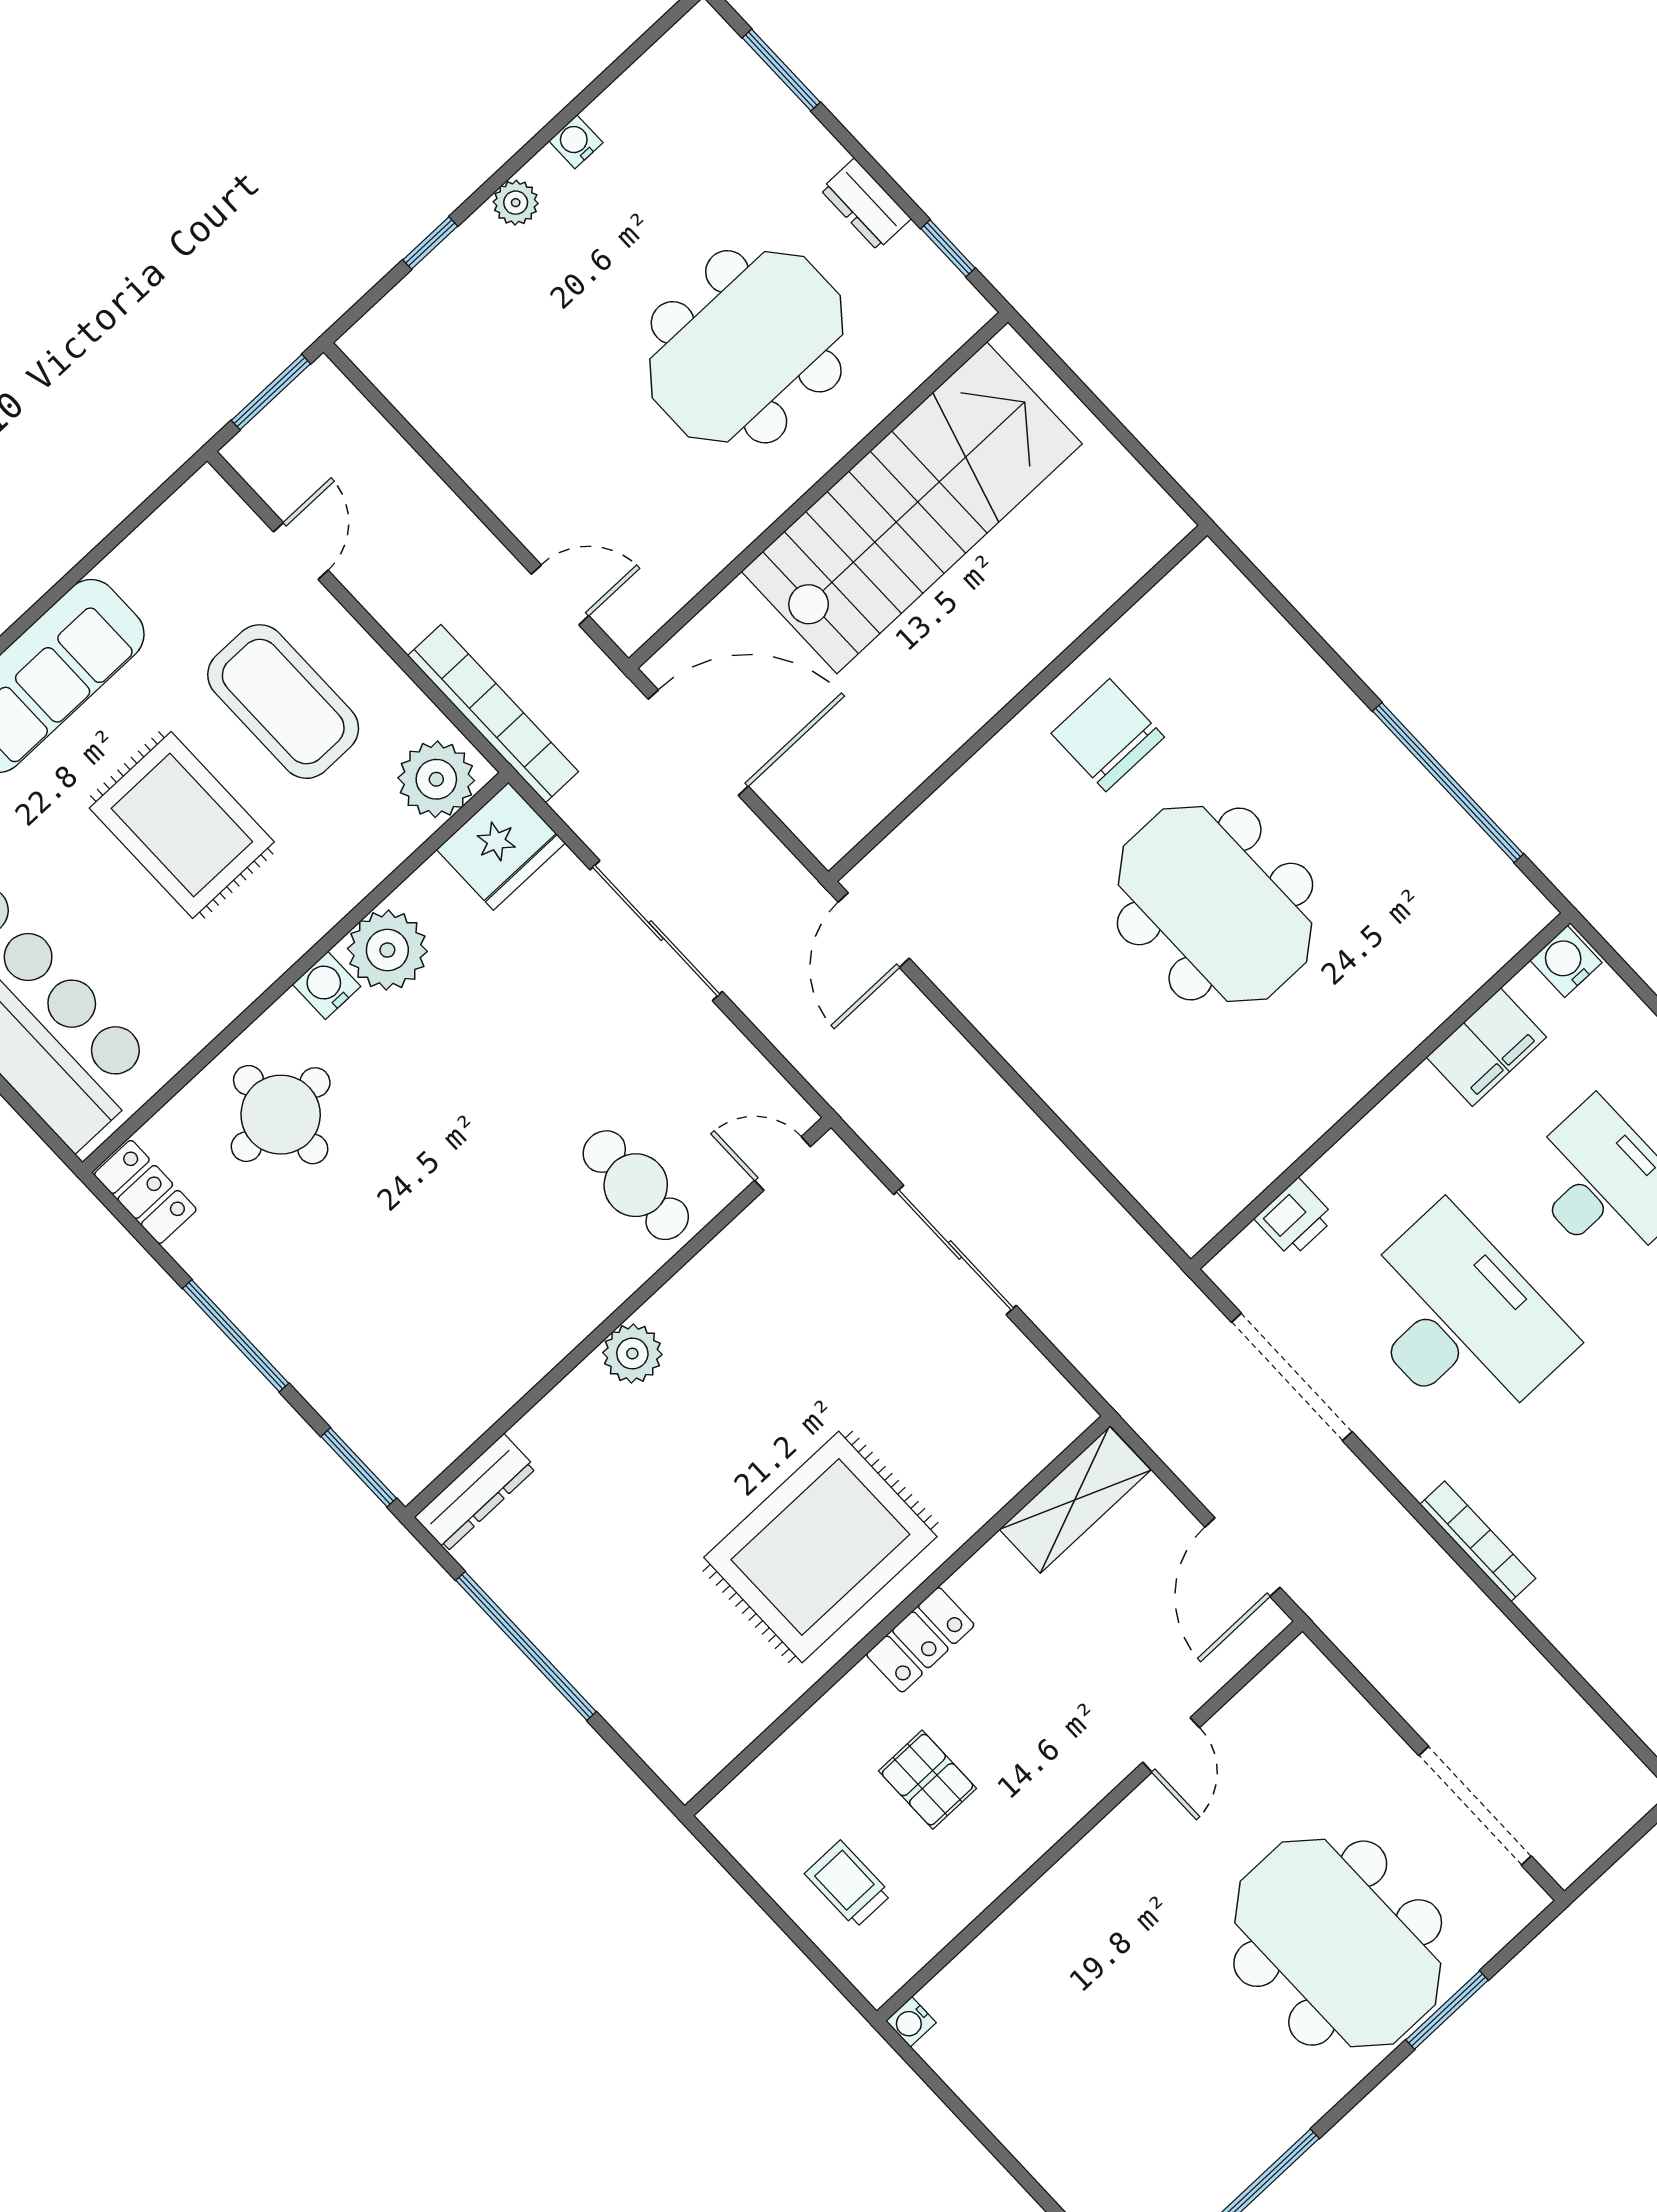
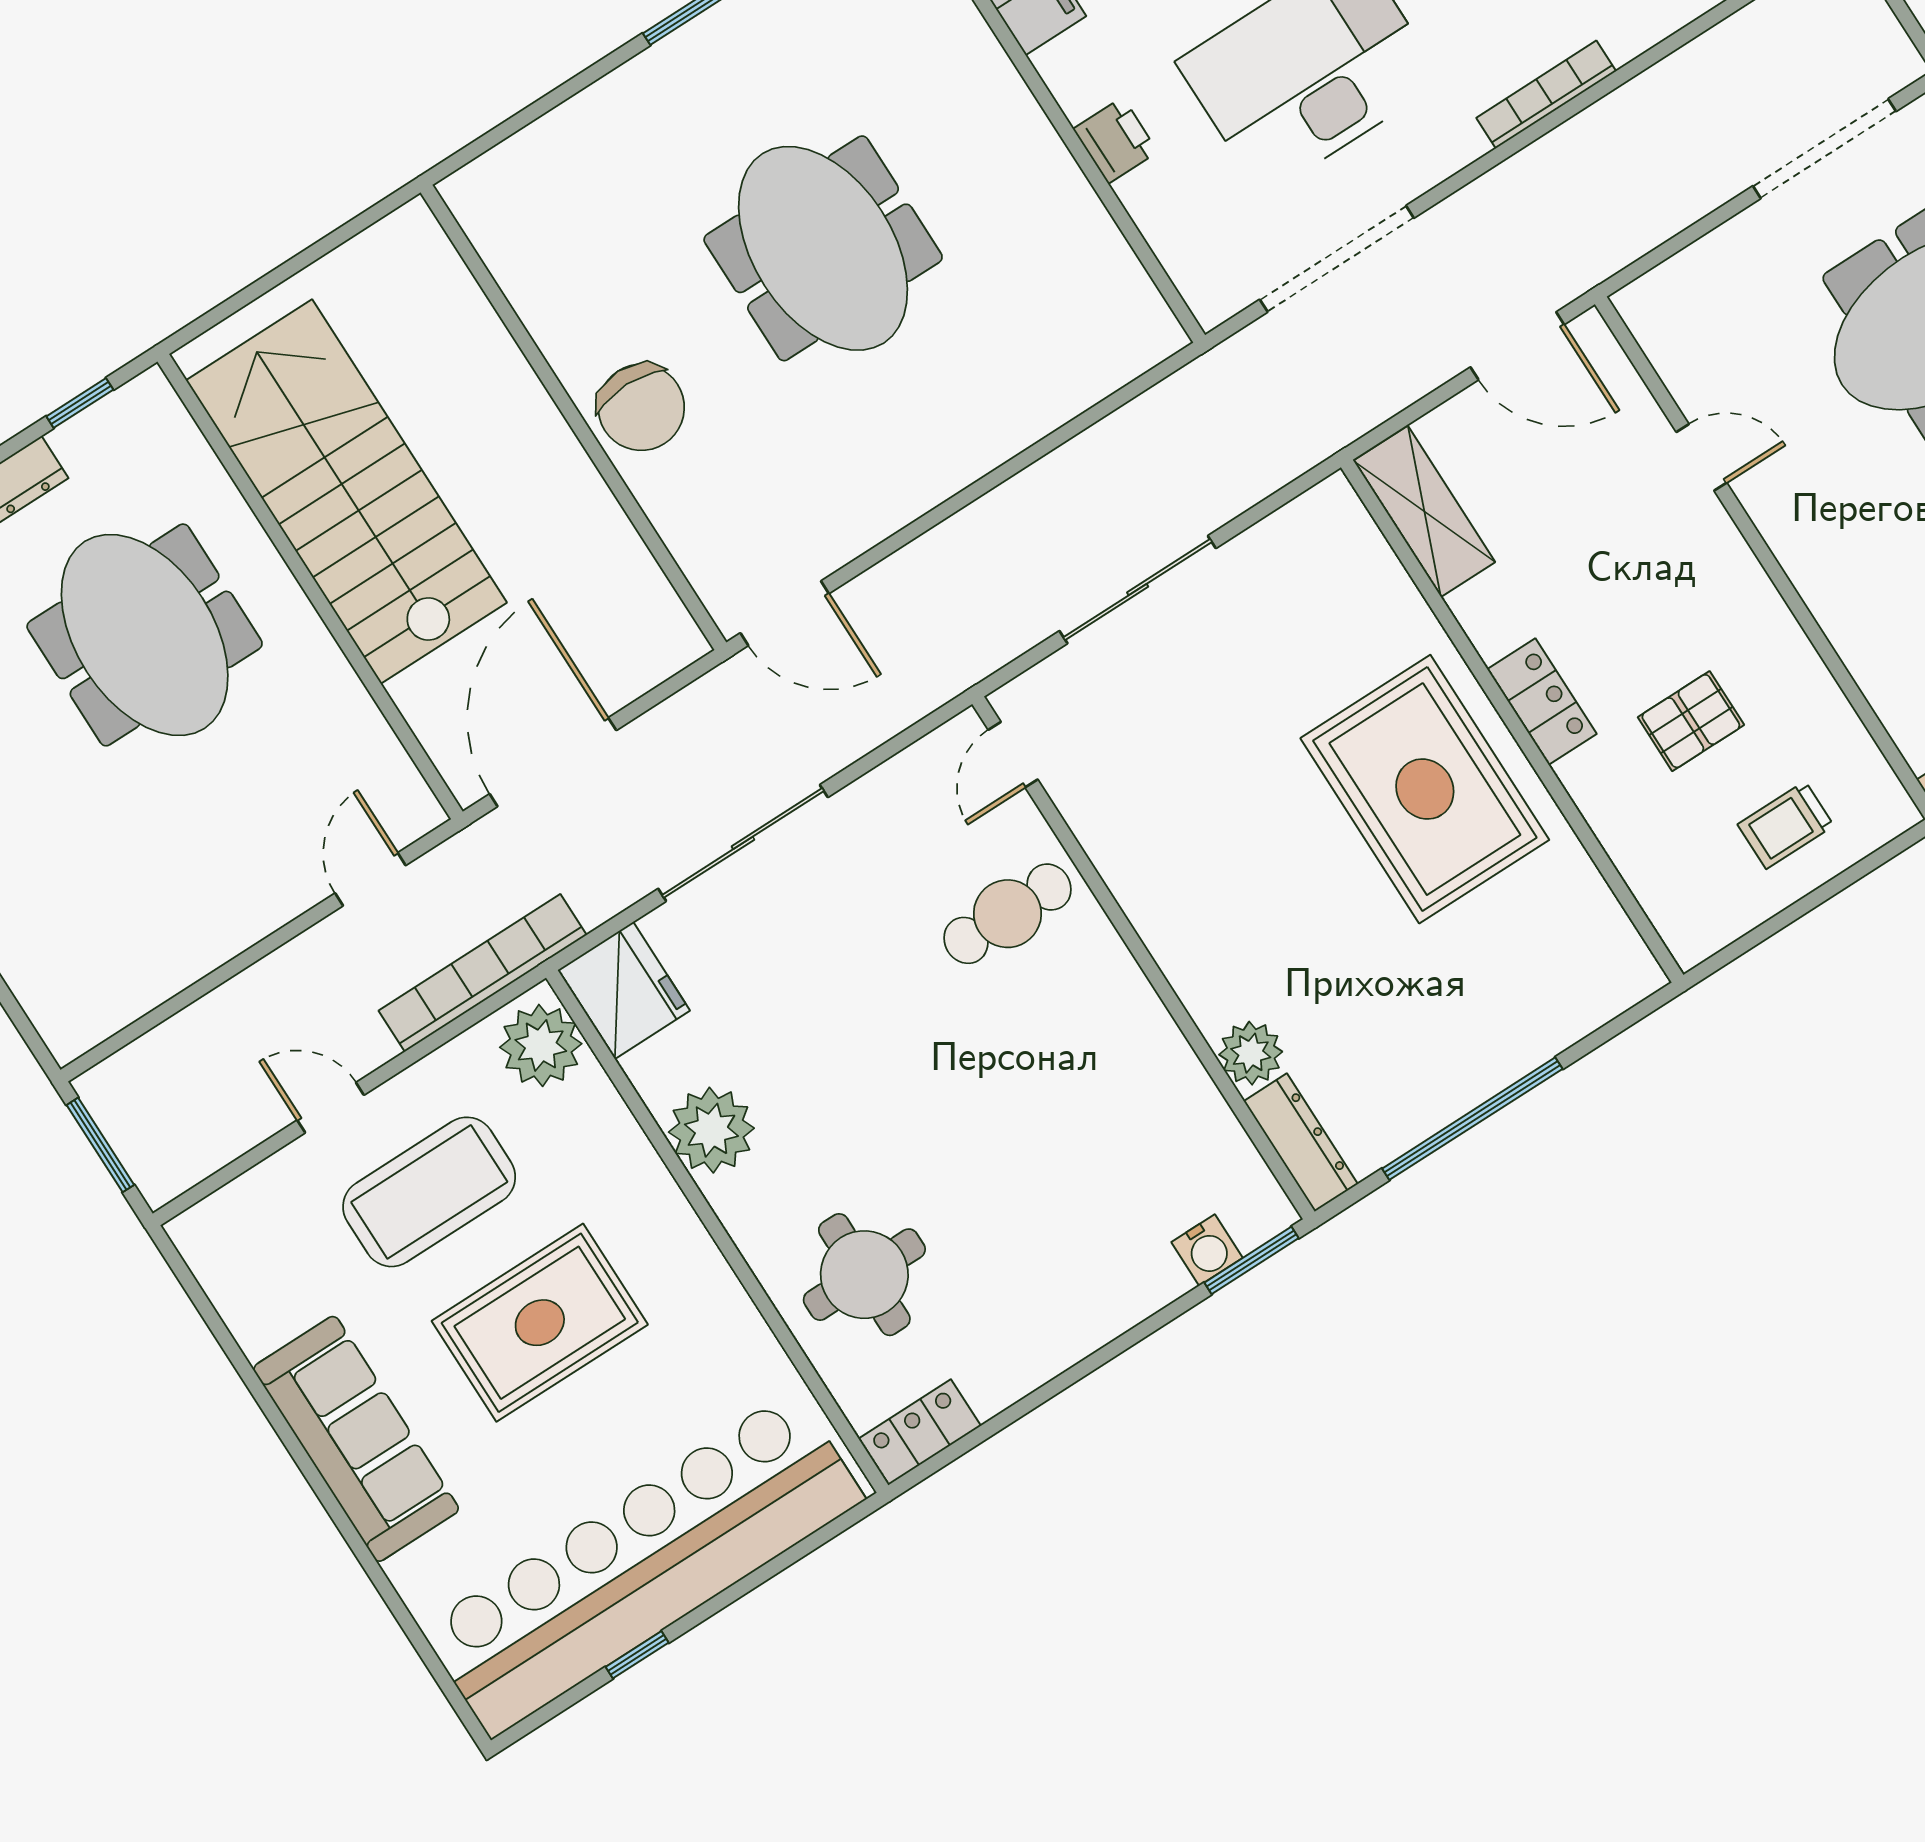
door: (301, 551) -> (331, 1108), moved
chair: (1108, 735) -> (641, 407), moved, turned -90
meeting table: (1215, 904) -> (823, 248), turned 90
water cooler: (326, 985) -> (1207, 1250), moved, turned -90
printer: (1295, 1218) -> (1115, 140), moved
window: (236, 1336) -> (1089, 1365), removed
plant: (632, 1354) -> (1251, 1053), moved

